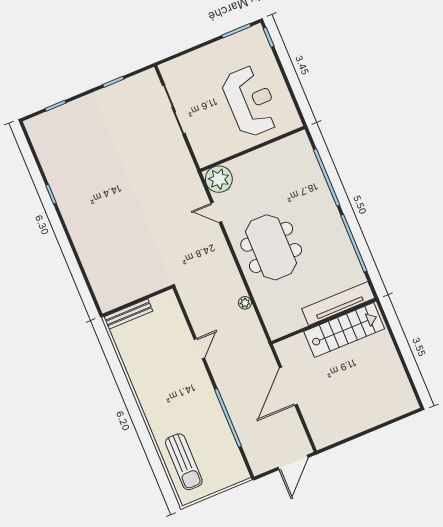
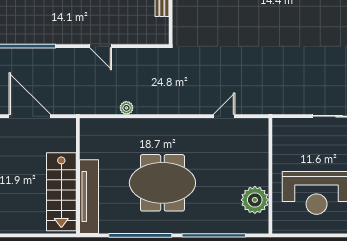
plant: (219, 179) -> (255, 200), moved
meeting table: (271, 247) -> (162, 183), moved

